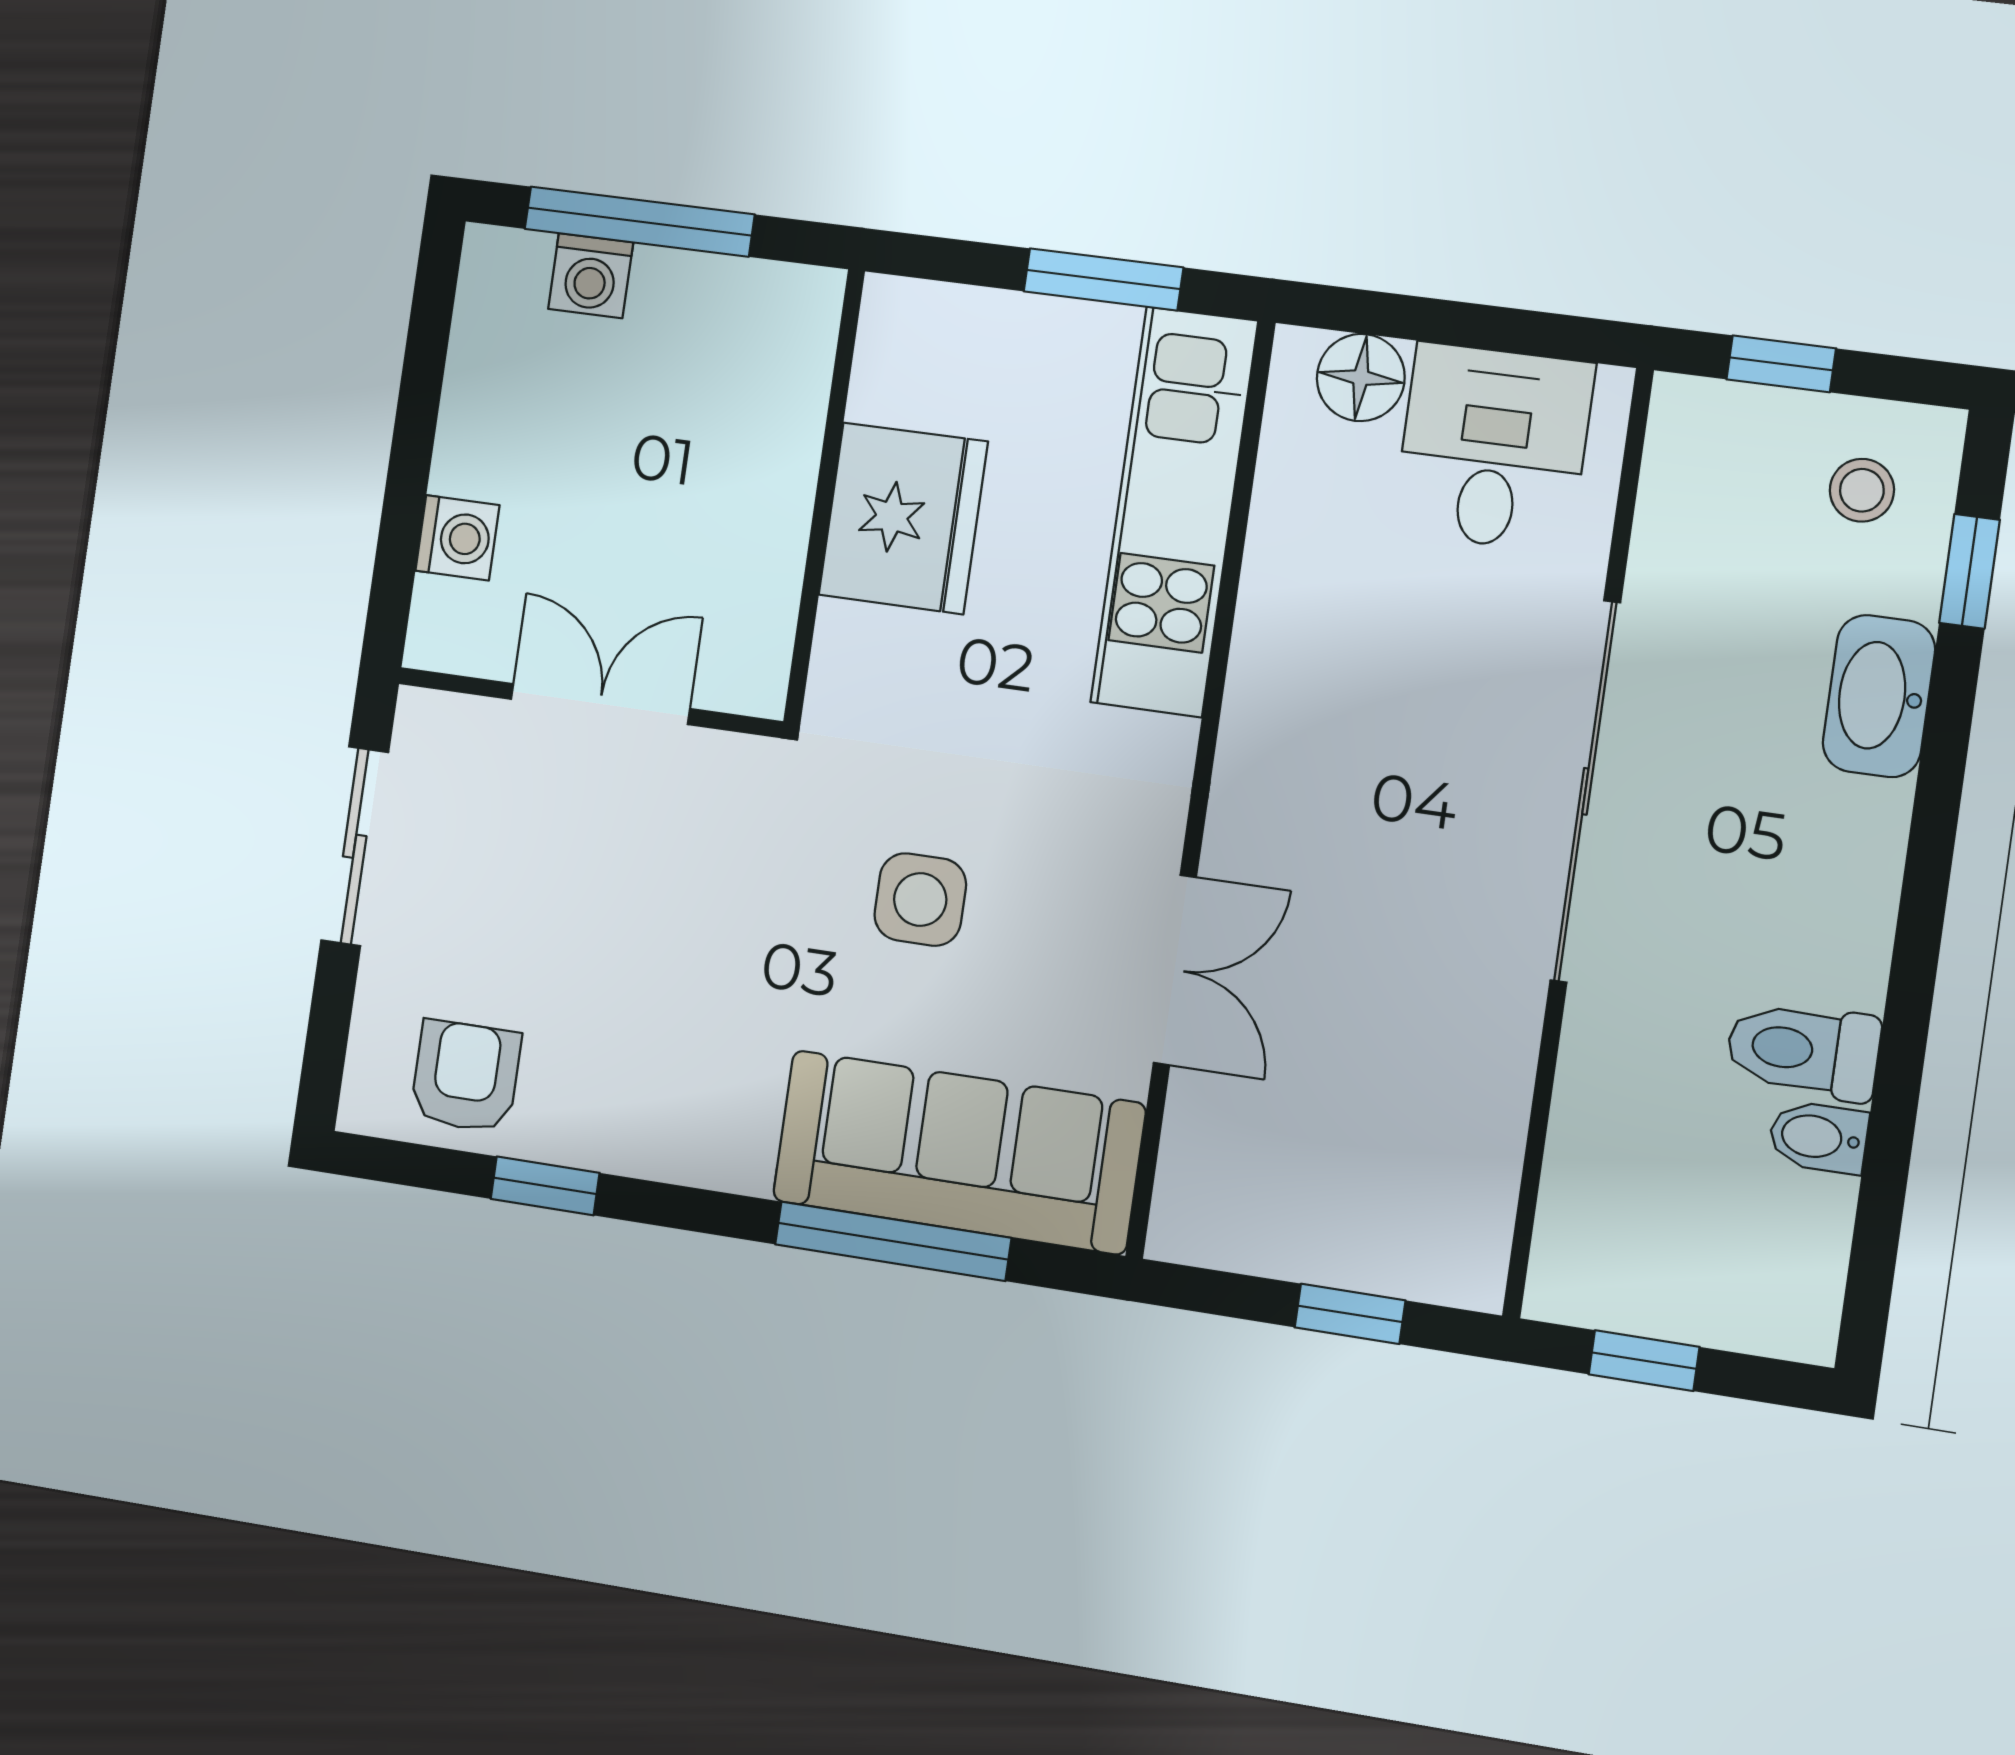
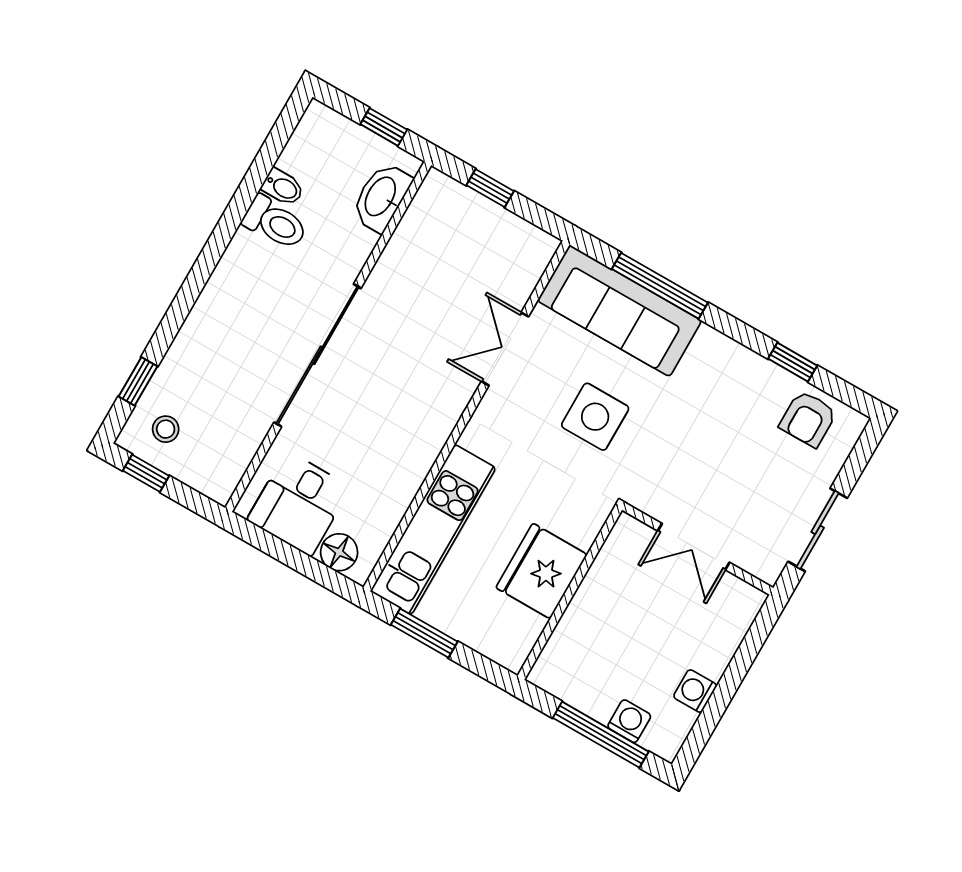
window: (1781, 364) -> (146, 473), moved
washing machine: (457, 538) -> (695, 691), moved
washbasin: (1879, 696) -> (381, 197), moved, turned 180
side table: (920, 900) -> (595, 417), width x1.37, depth x1.37

